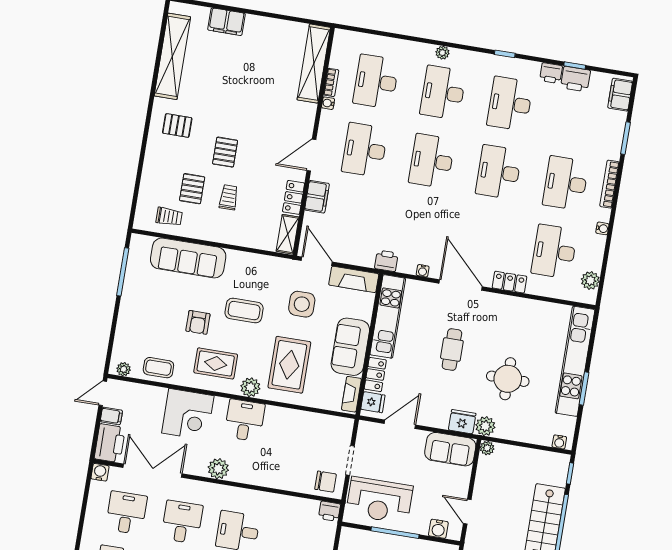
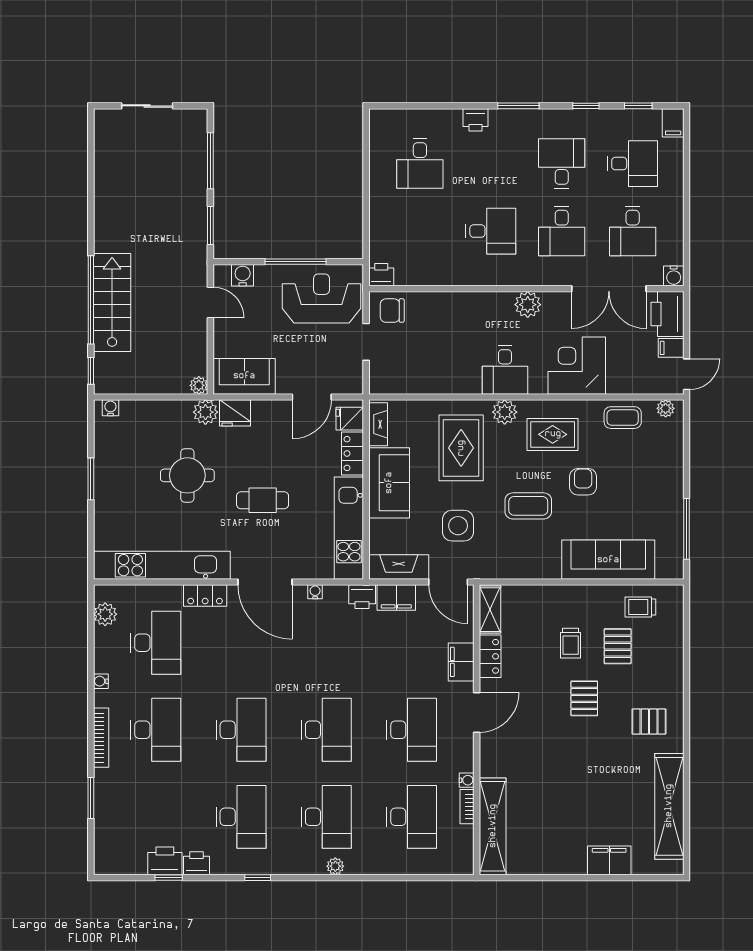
filing cabinet: (620, 95) -> (396, 597), moved, turned 90
cafe table: (452, 350) -> (263, 500), turned 90
kitchen unit: (575, 361) -> (162, 565), moved, turned -90

